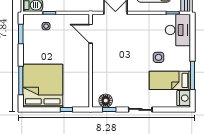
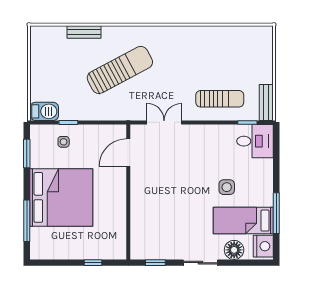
desk: (178, 30) -> (255, 141), width x0.73
door: (91, 34) -> (128, 153), hinge flipped
bed: (43, 86) -> (61, 197), moved, turned 90
floor lamp: (106, 101) -> (234, 250), moved

